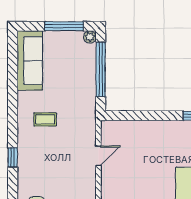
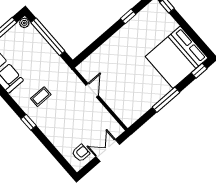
window: (13, 157) -> (28, 122), moved

